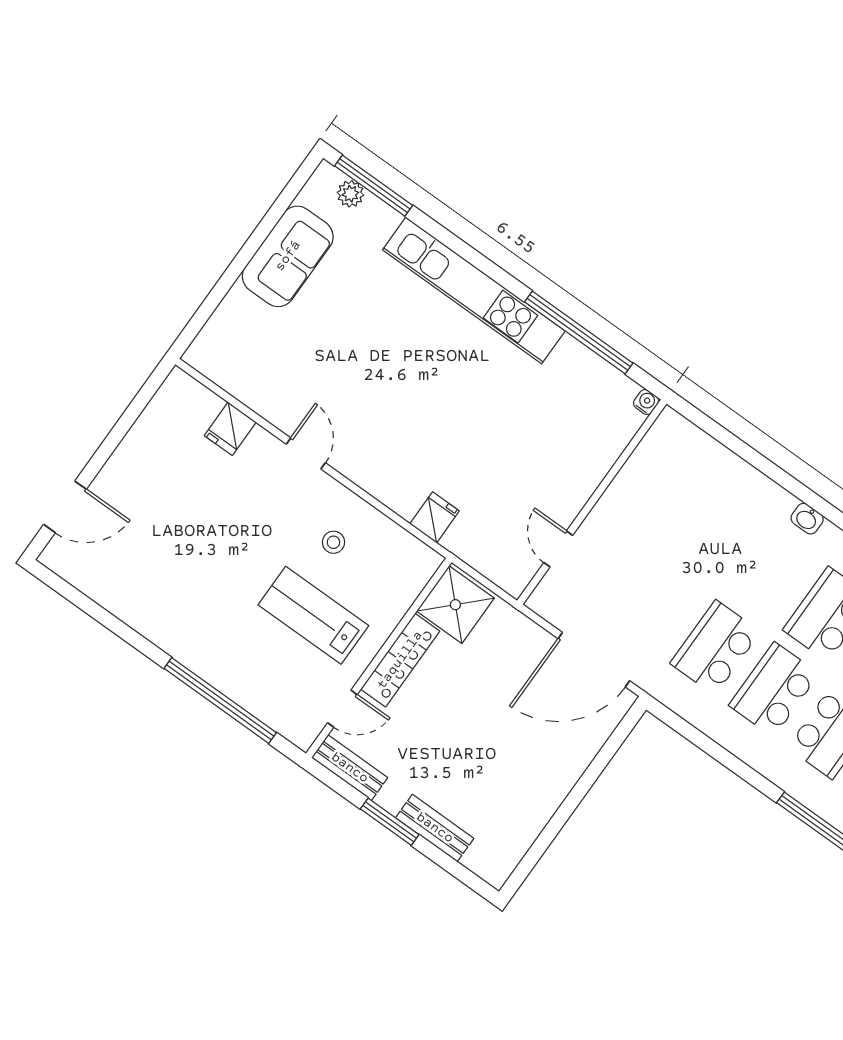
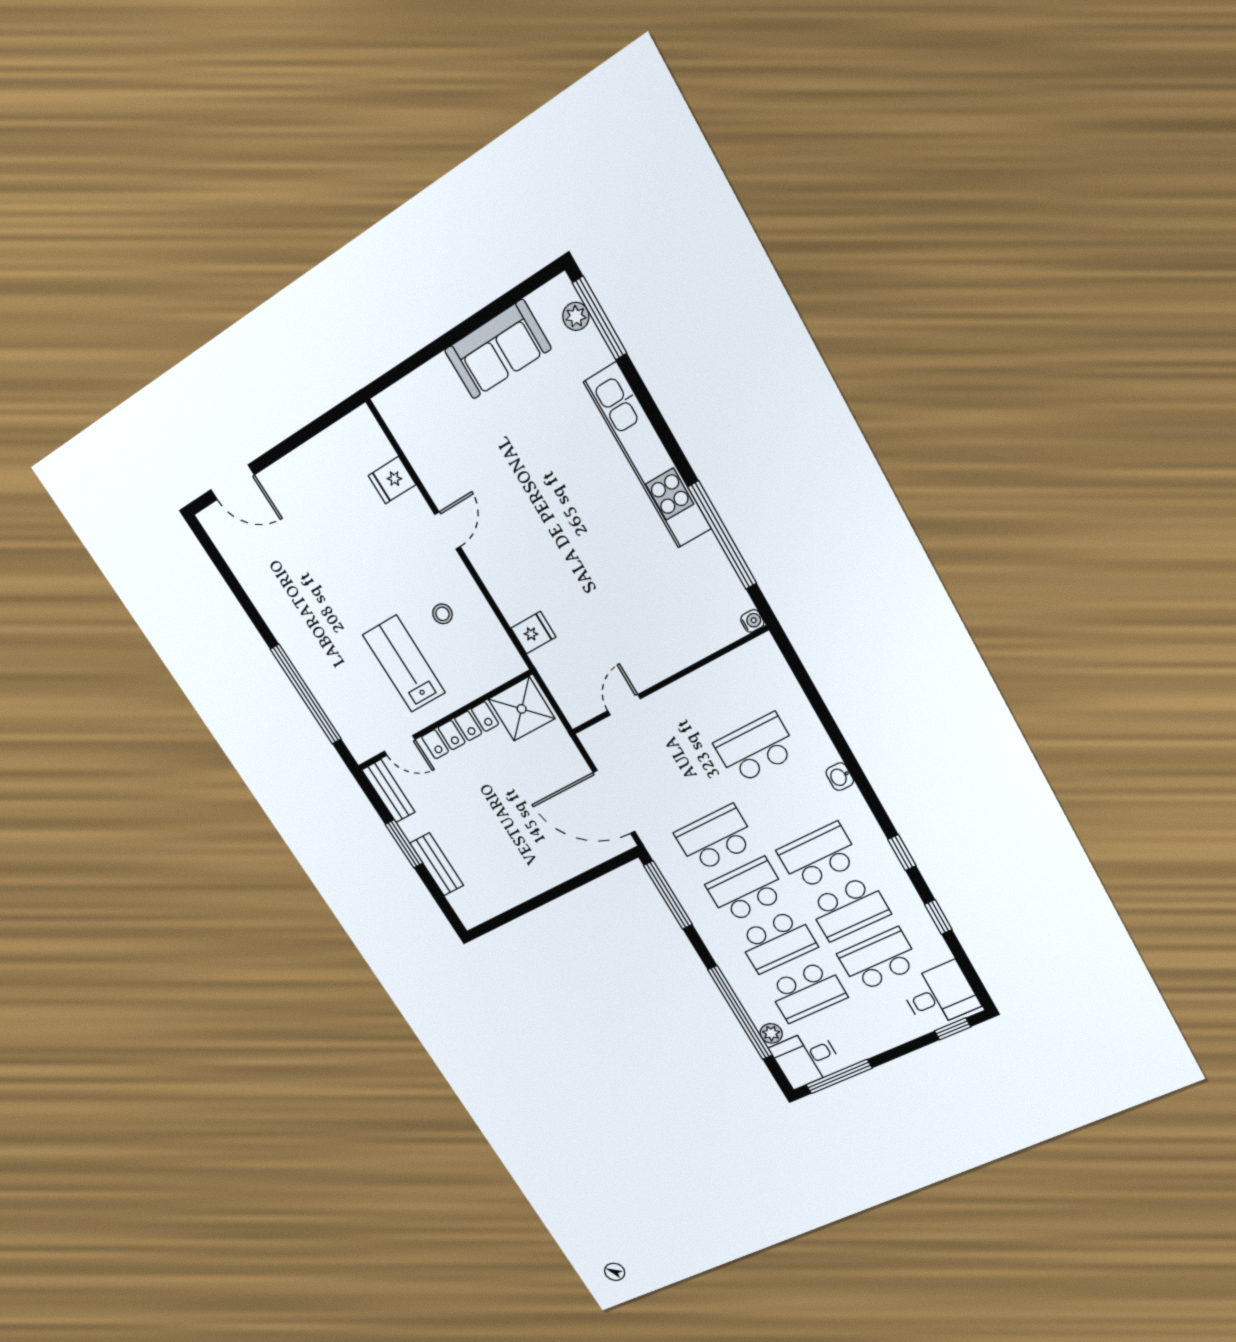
school desk: (711, 530) -> (756, 748), added
window: (696, 737) -> (668, 895), added

